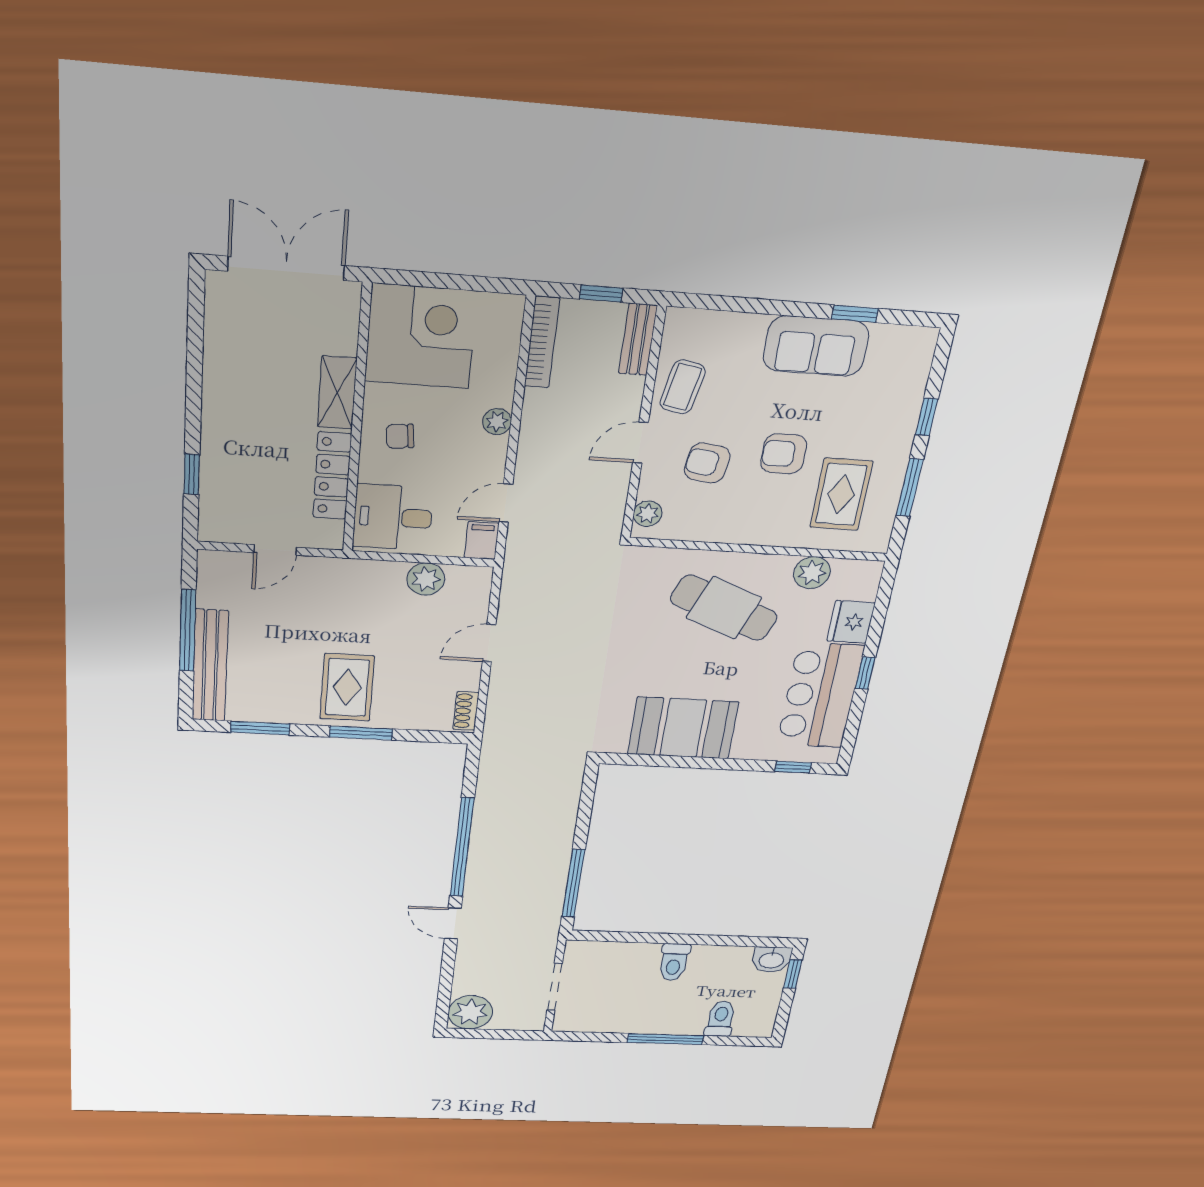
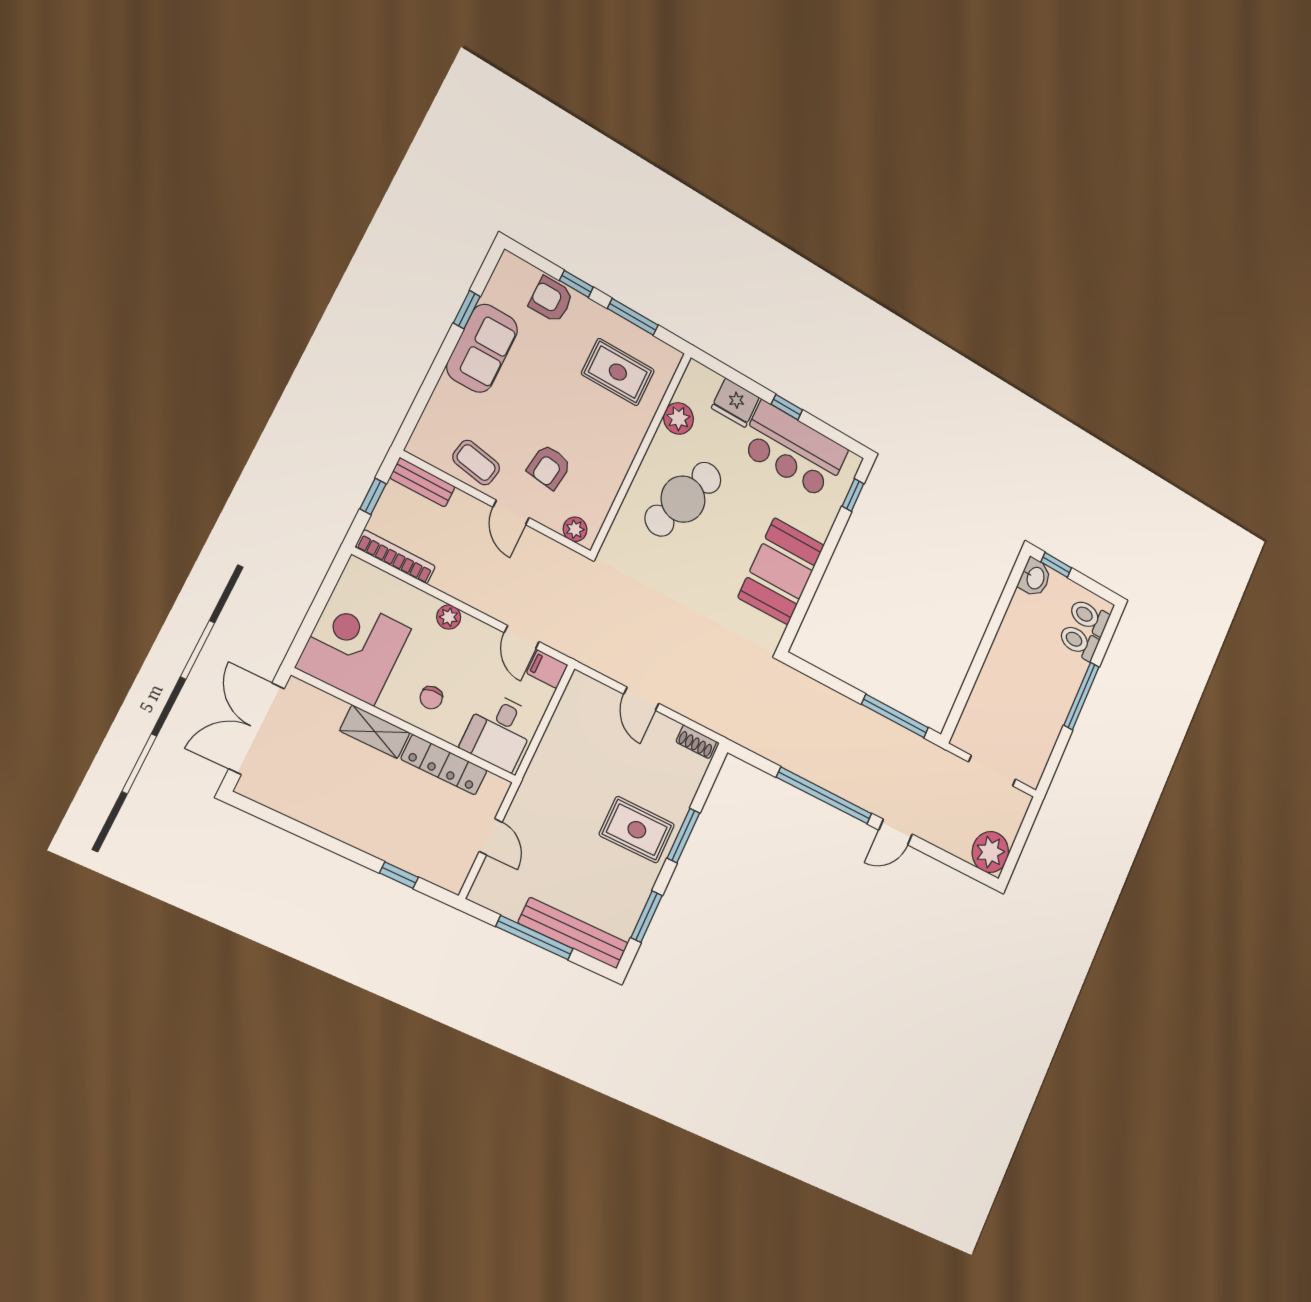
armchair: (784, 454) -> (551, 300), moved, turned 90
plant: (426, 579) -> (564, 727), removed
toilet: (674, 962) -> (1089, 617), moved, turned 180

